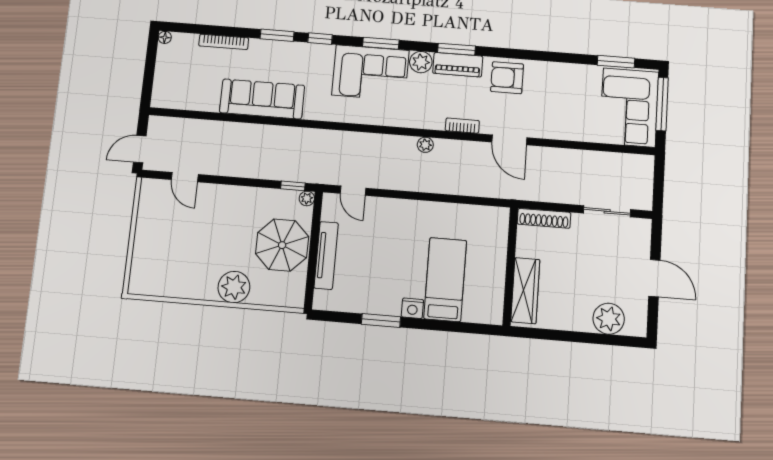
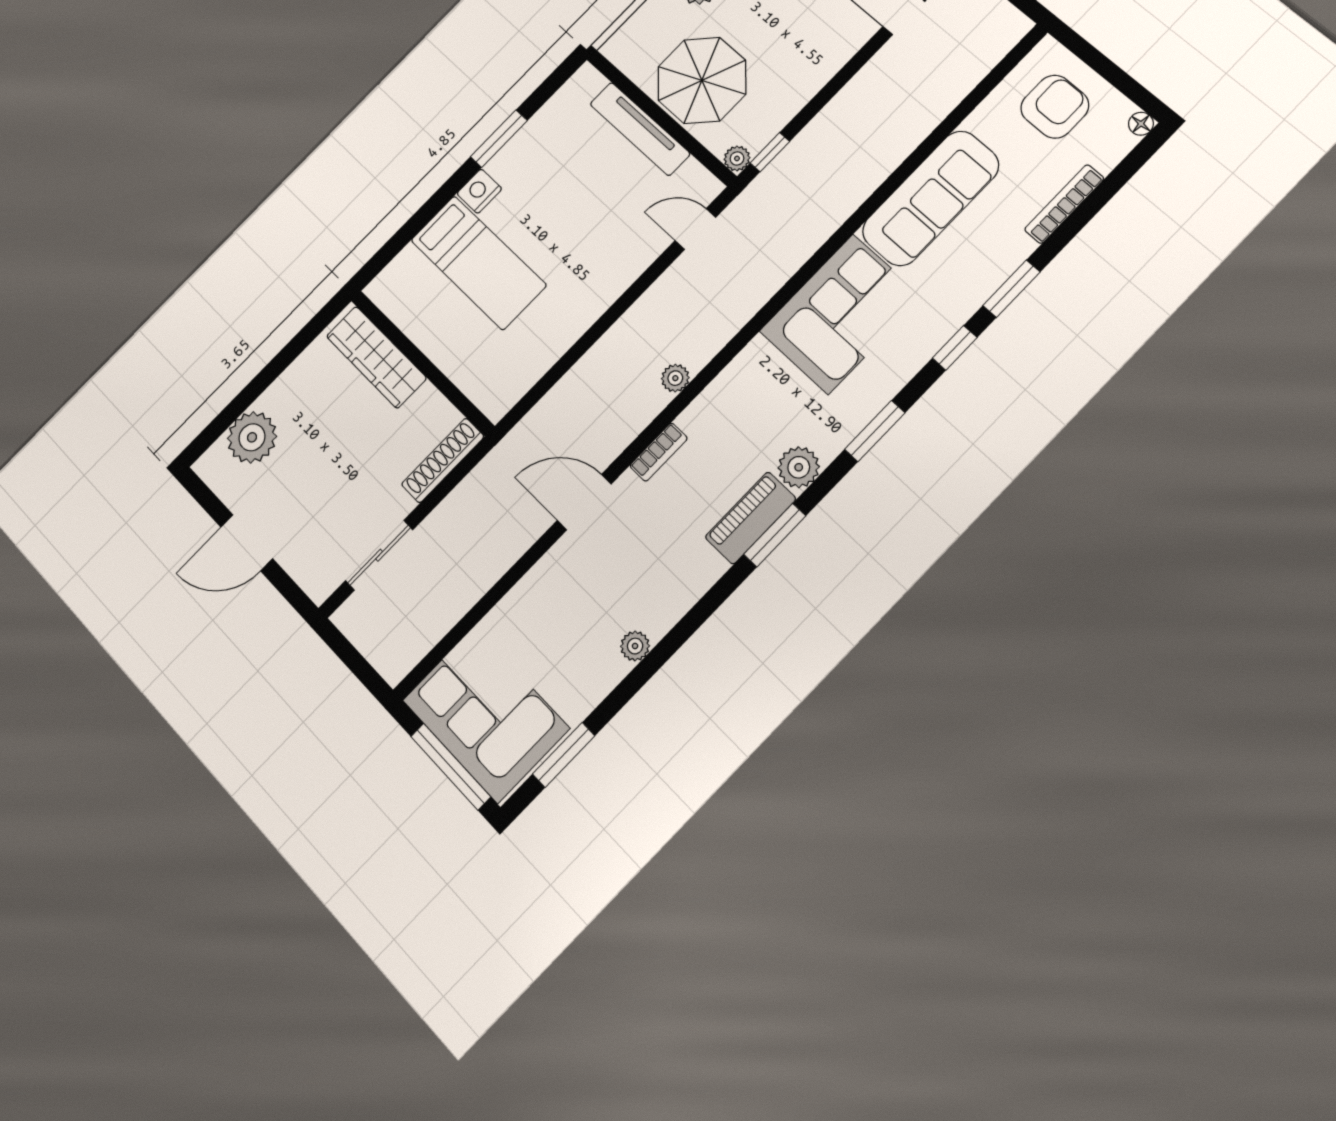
plant: (549, 69) -> (635, 646), added
corner sofa: (370, 73) -> (841, 314), moved, turned 180
armchair: (507, 78) -> (1055, 107), moved

